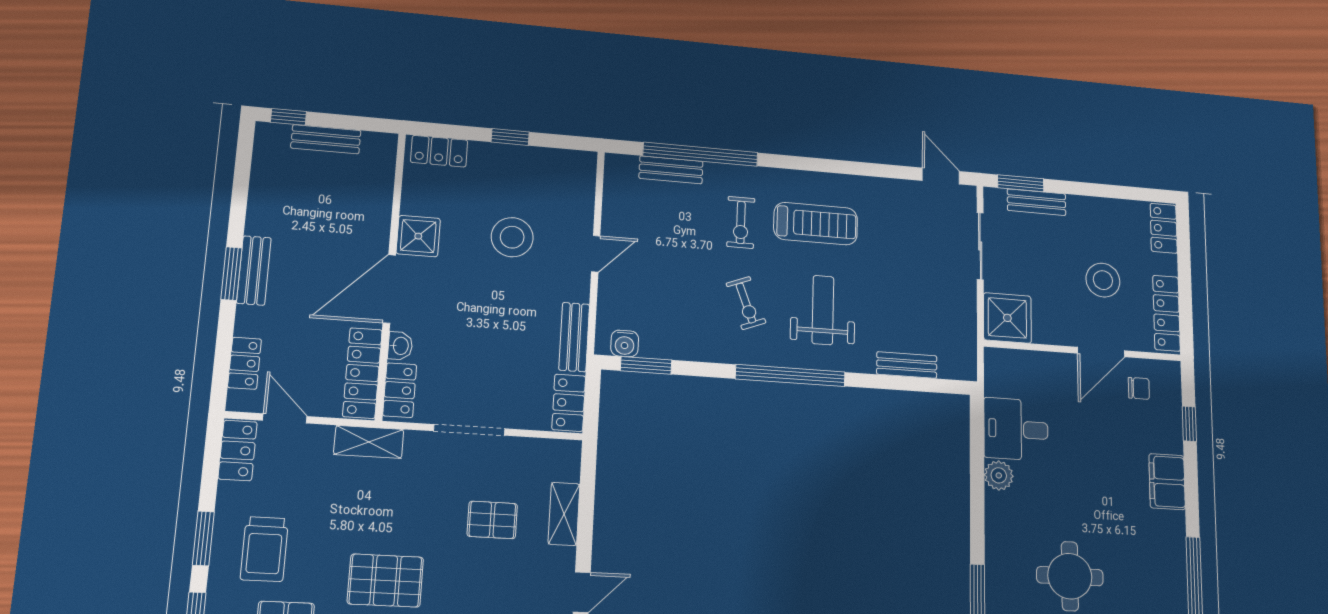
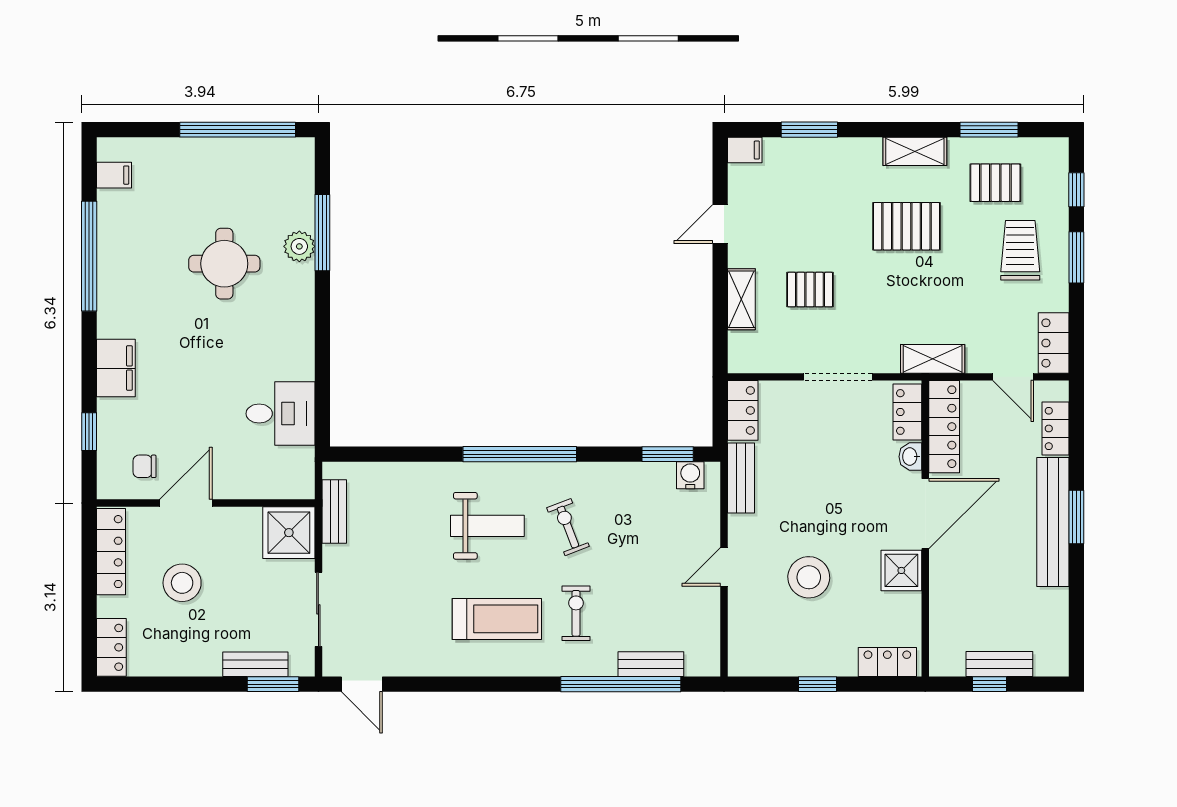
window: (288, 117) -> (989, 684), moved
treadmill: (816, 224) -> (497, 619), turned 180
bench: (254, 270) -> (1053, 522), width x1.86, depth x1.21
weight bench: (823, 310) -> (487, 526), turned -90
bench: (907, 365) -> (334, 512), moved, turned 90
plant: (999, 475) -> (299, 246), moved

